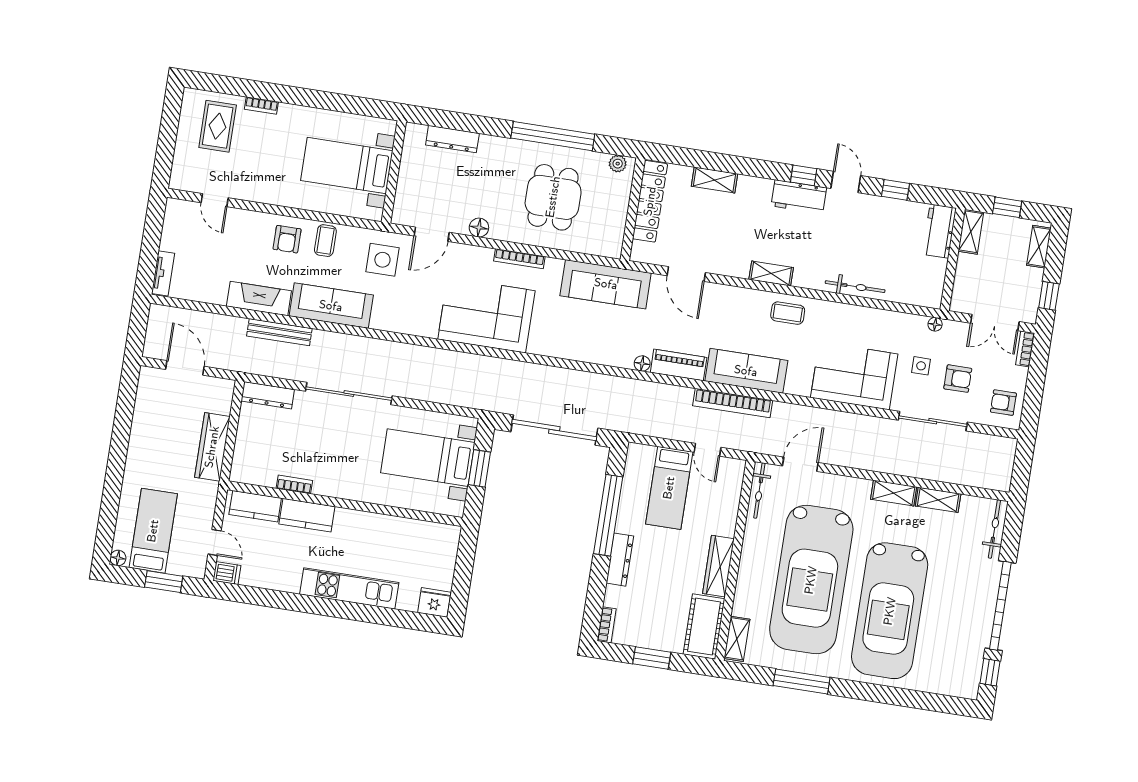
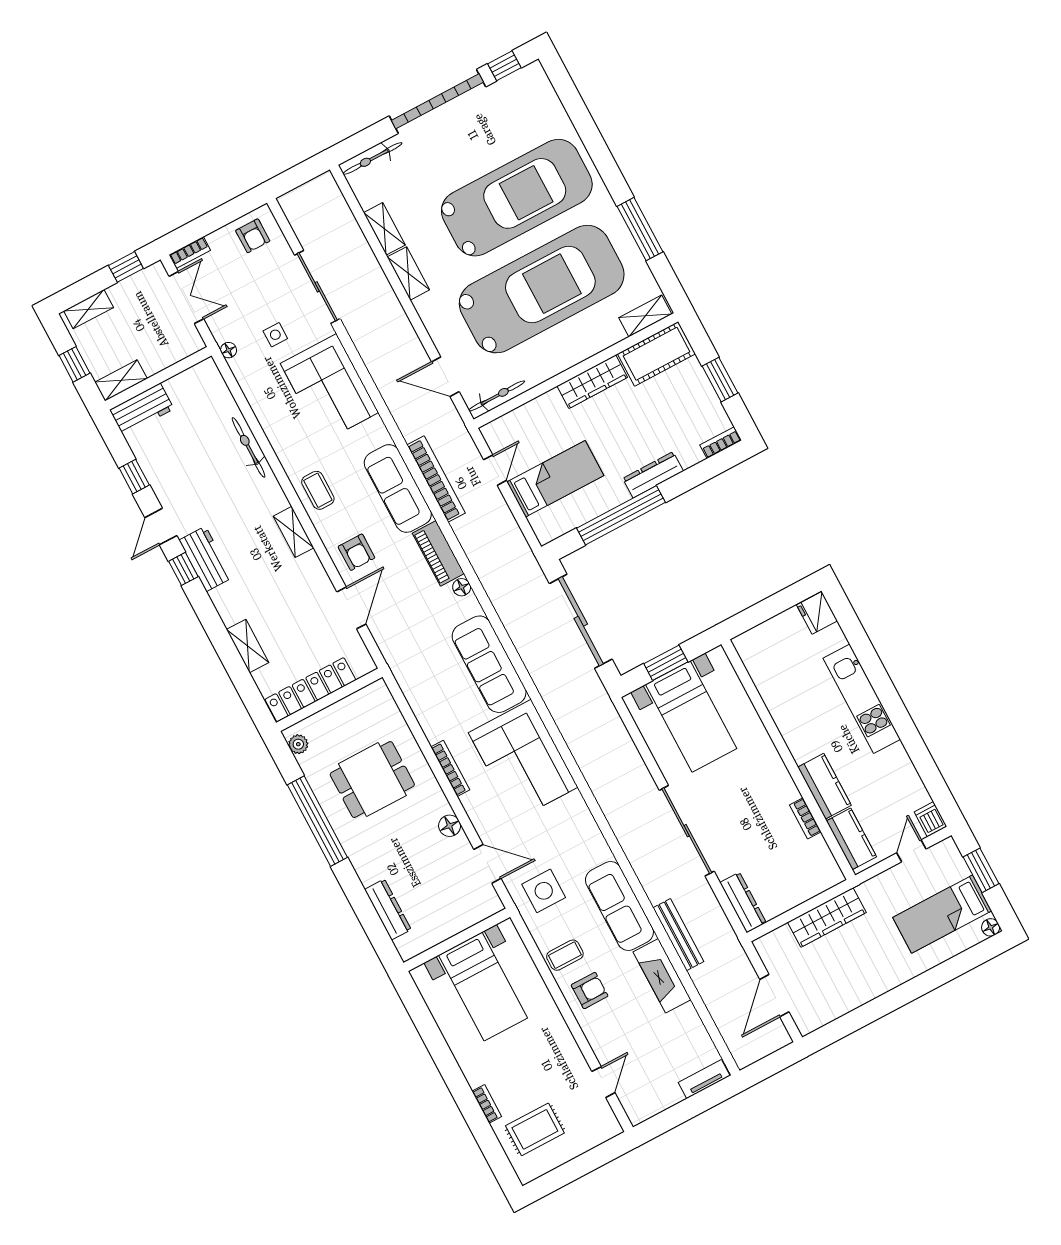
sofa: (606, 284) -> (489, 664), moved, turned 180
armchair: (958, 379) -> (356, 552), moved, turned 180

